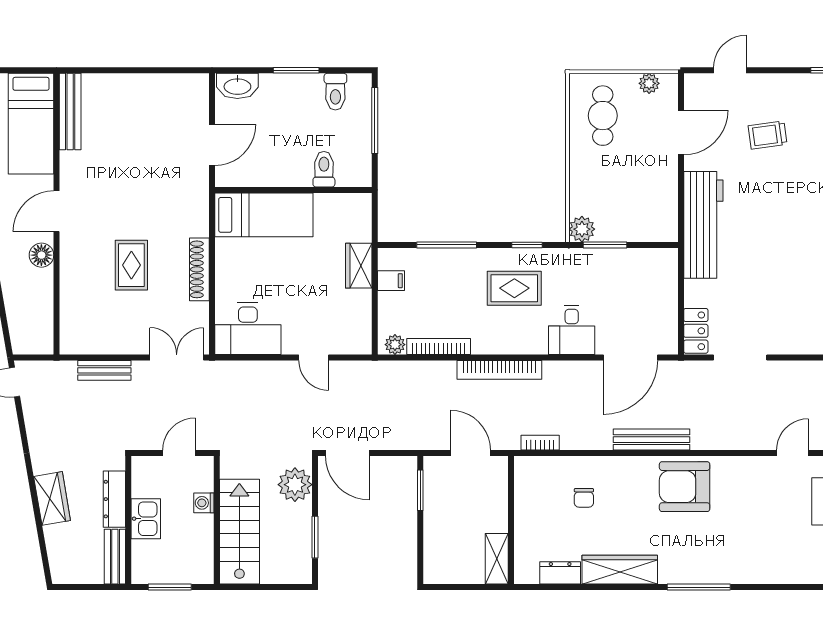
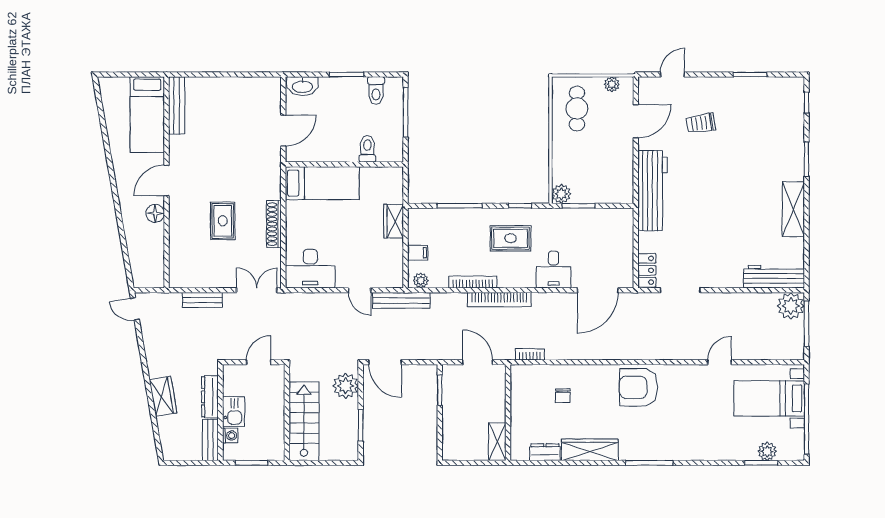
filing cabinet: (391, 281) -> (418, 253), moved
bookcase: (439, 346) -> (473, 282), moved
bench: (651, 440) -> (401, 300), moved
washing machine: (204, 503) -> (230, 436), moved, turned 180

